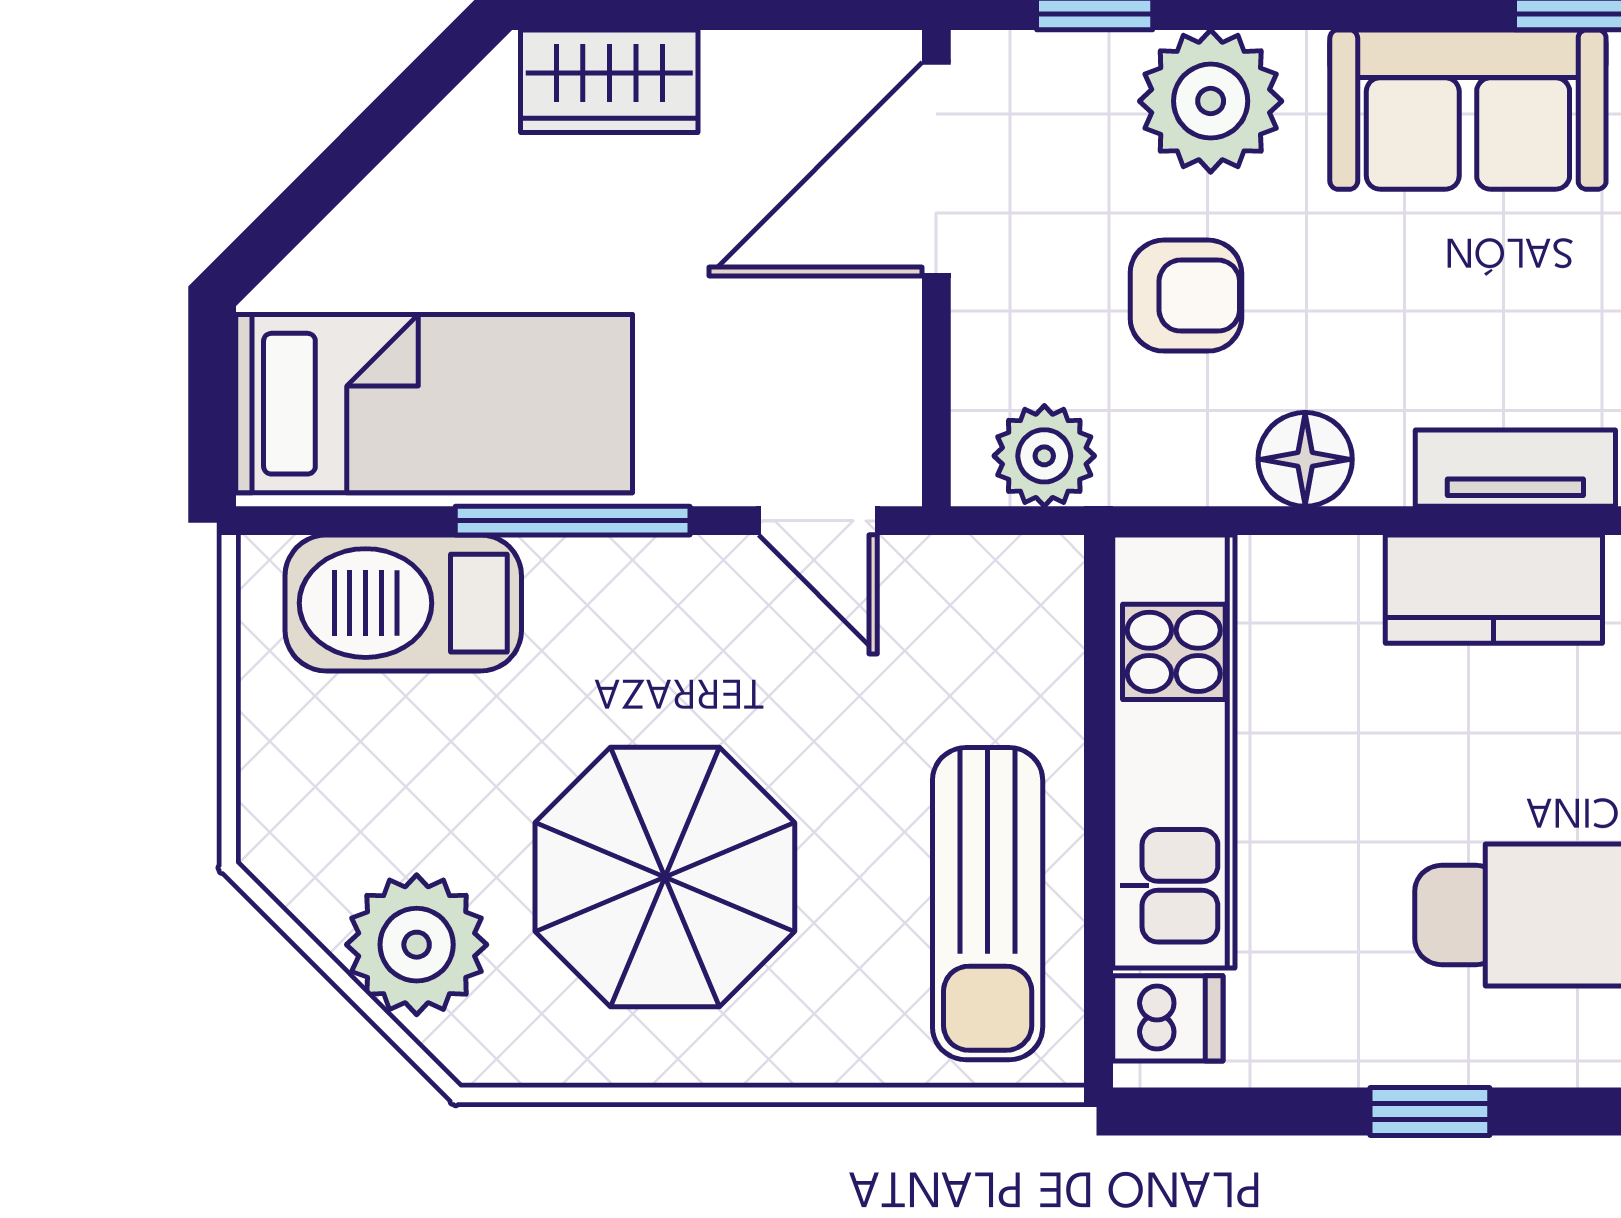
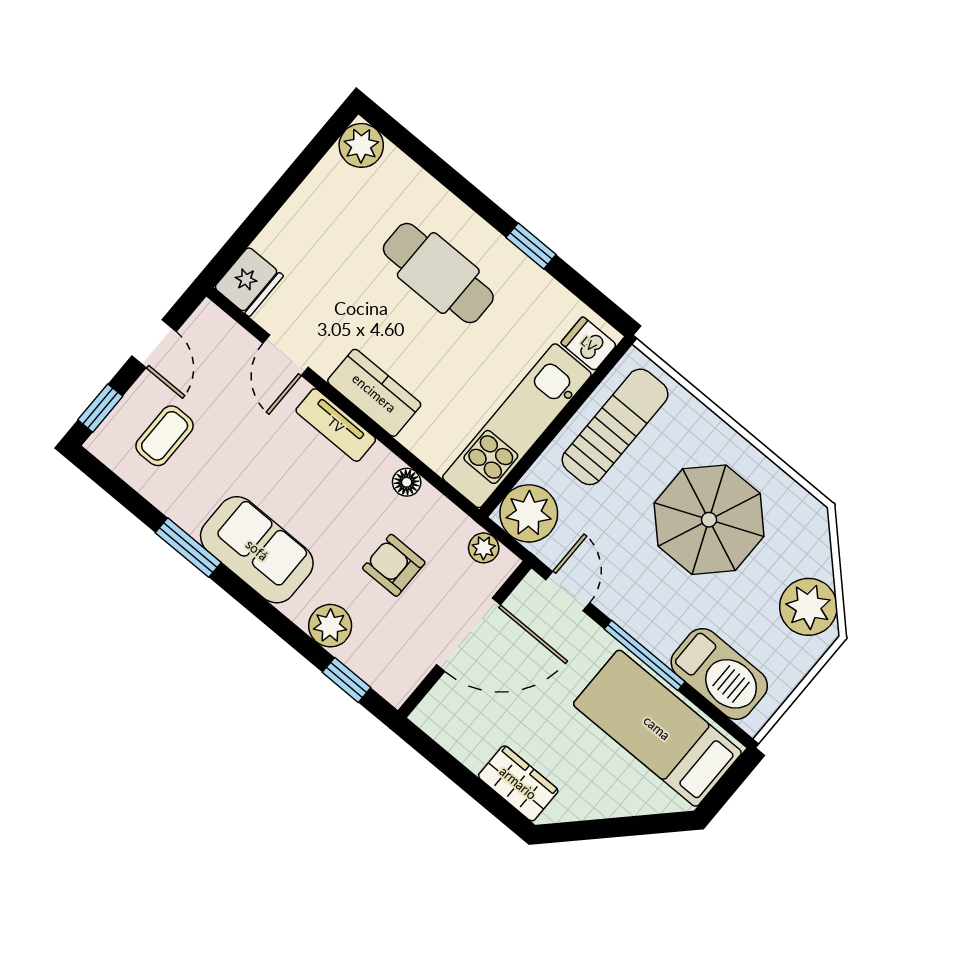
plant: (1211, 101) -> (330, 626), width x0.73, depth x0.73
door: (936, 169) -> (468, 635), moved
plant: (1044, 456) -> (484, 548), width x0.73, depth x0.73
floor lamp: (1305, 459) -> (407, 482), width x0.73, depth x0.73
plant: (1014, 605) -> (529, 513), added
plant: (417, 945) -> (808, 607), moved

